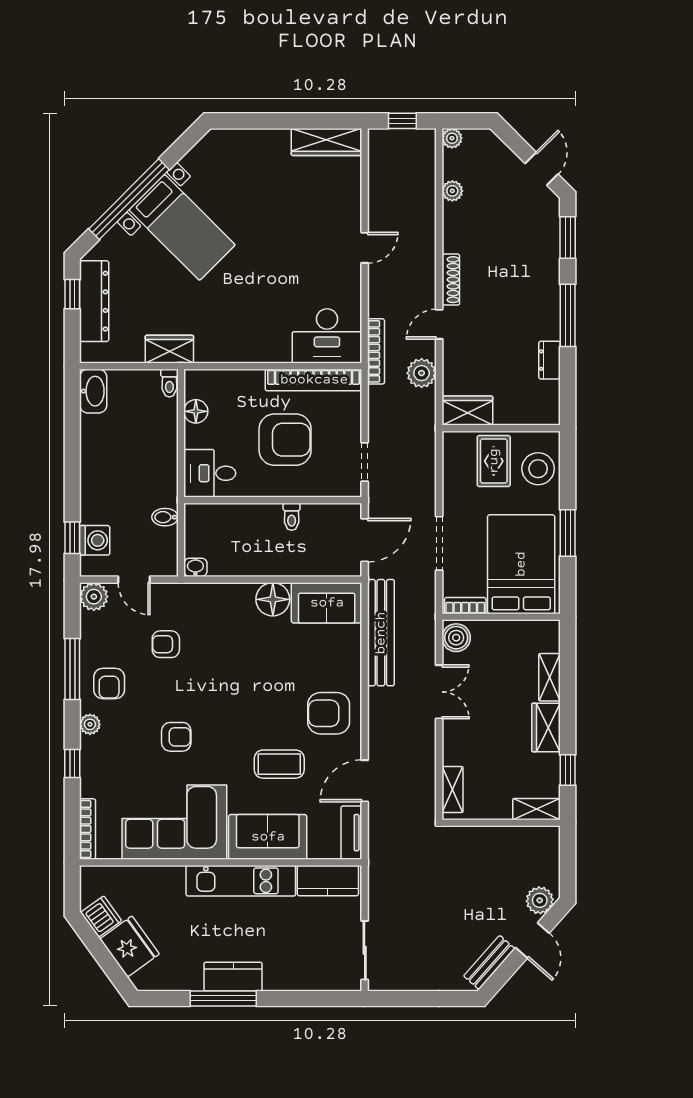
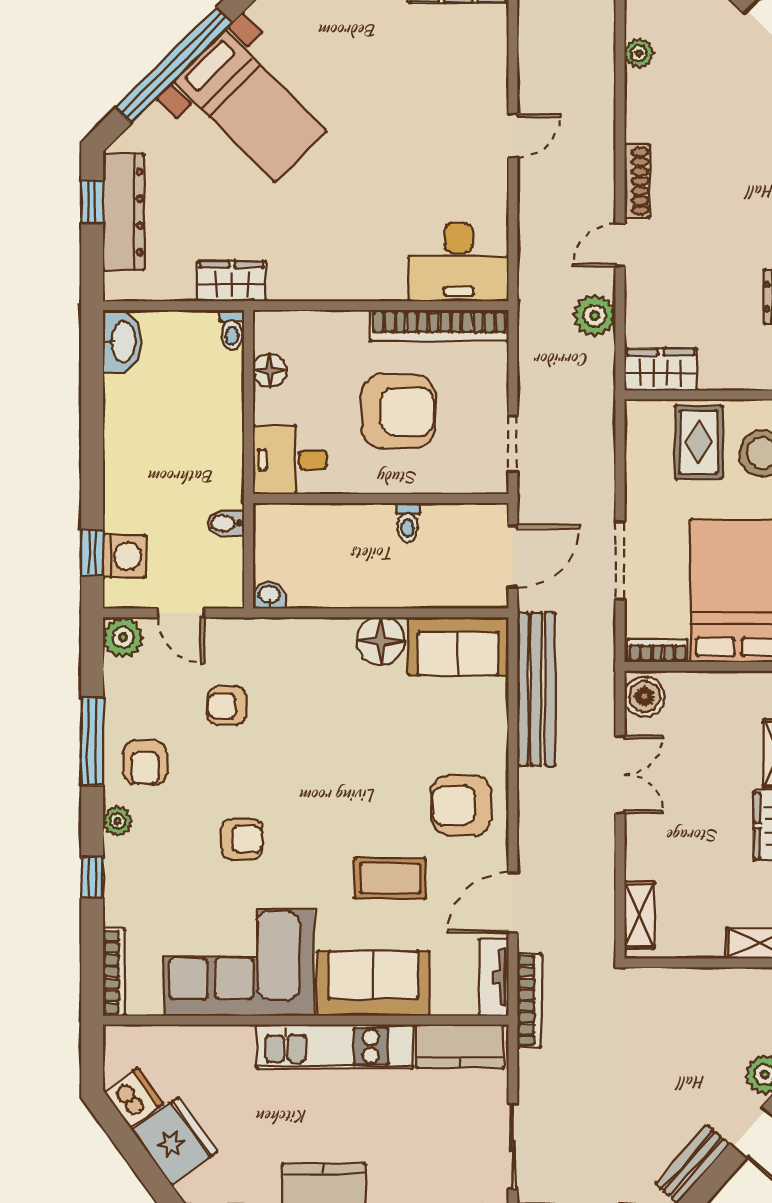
bookcase: (376, 351) -> (529, 1000), moved

